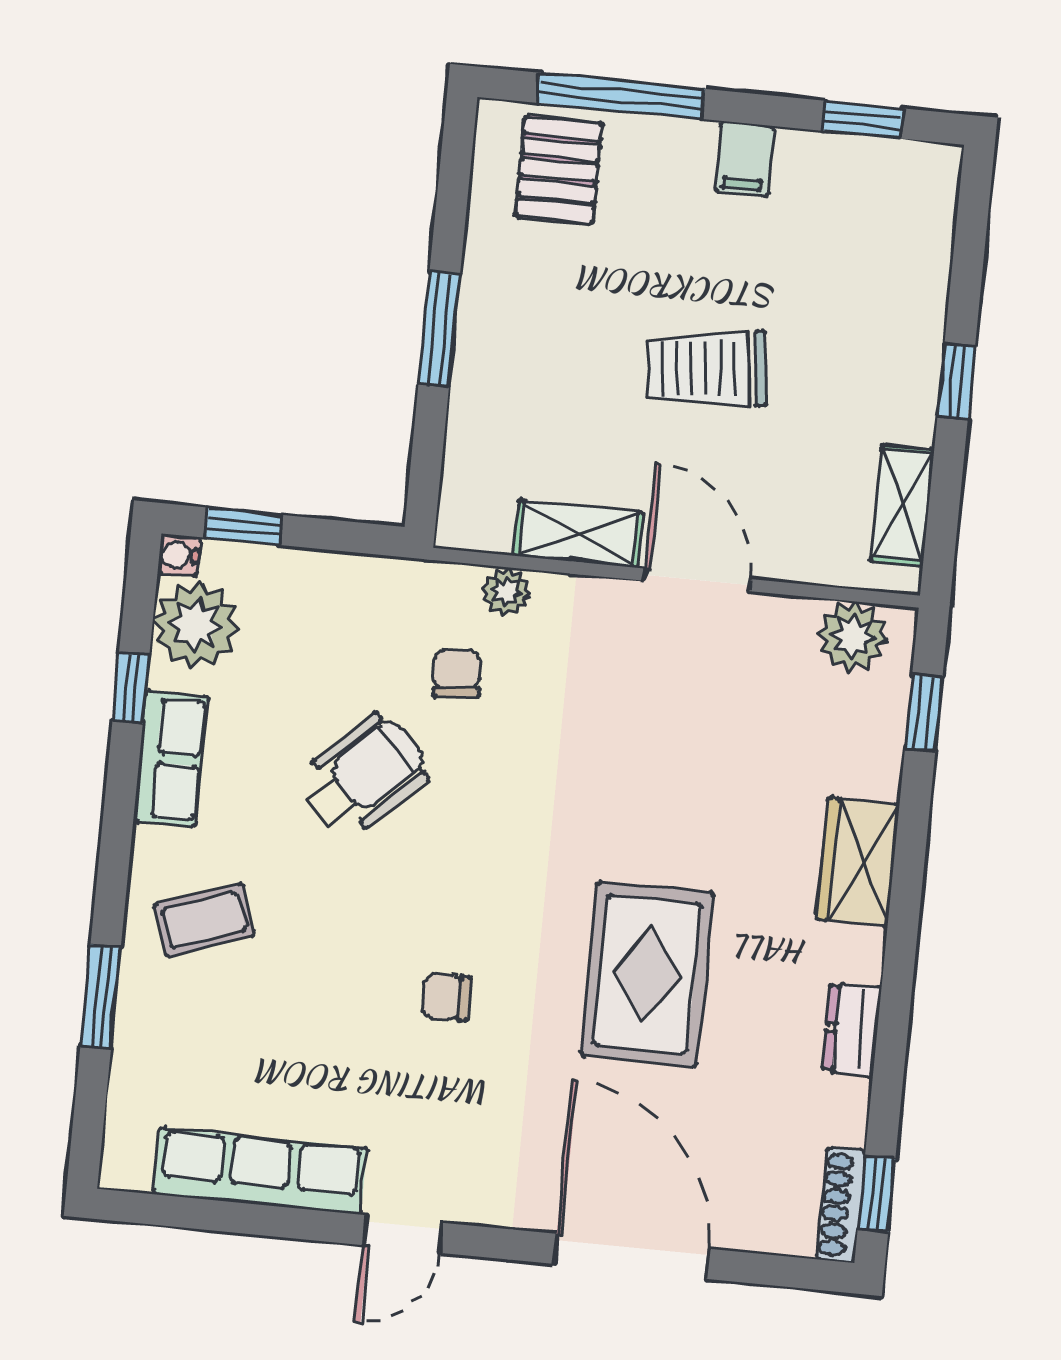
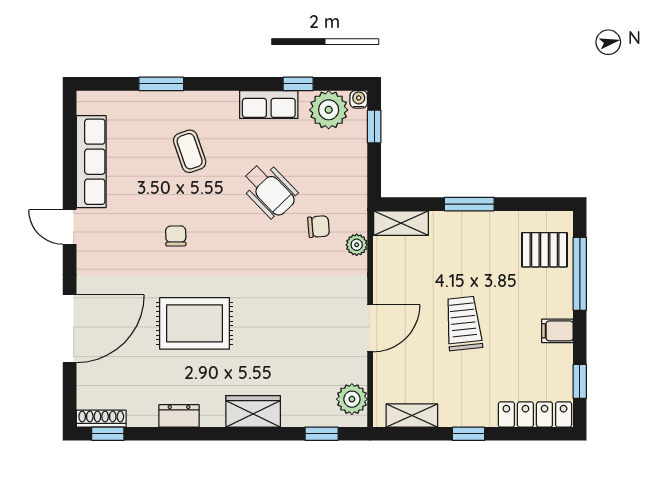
locker: (927, 228) -> (535, 414), added
shelving: (578, 534) -> (401, 223), moved, turned 90
coffee table: (204, 920) -> (190, 151), moved

